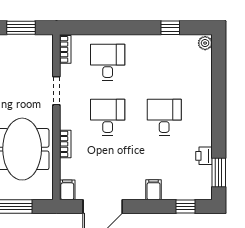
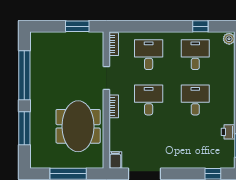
desk: (164, 62) -> (195, 55), added
bookcase: (65, 144) -> (114, 106), moved
filing cabinet: (154, 190) -> (187, 160), removed

